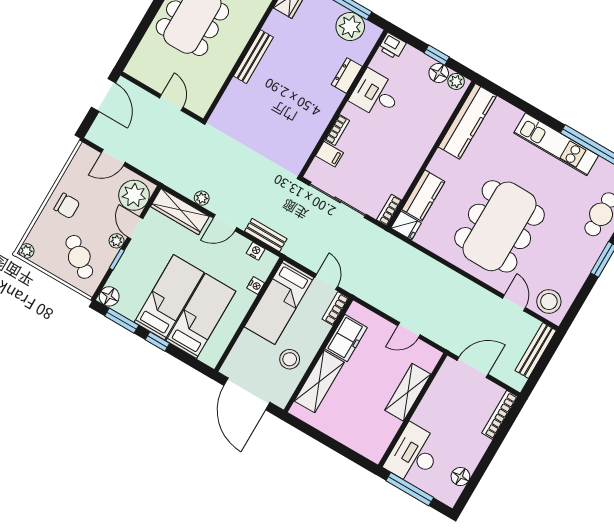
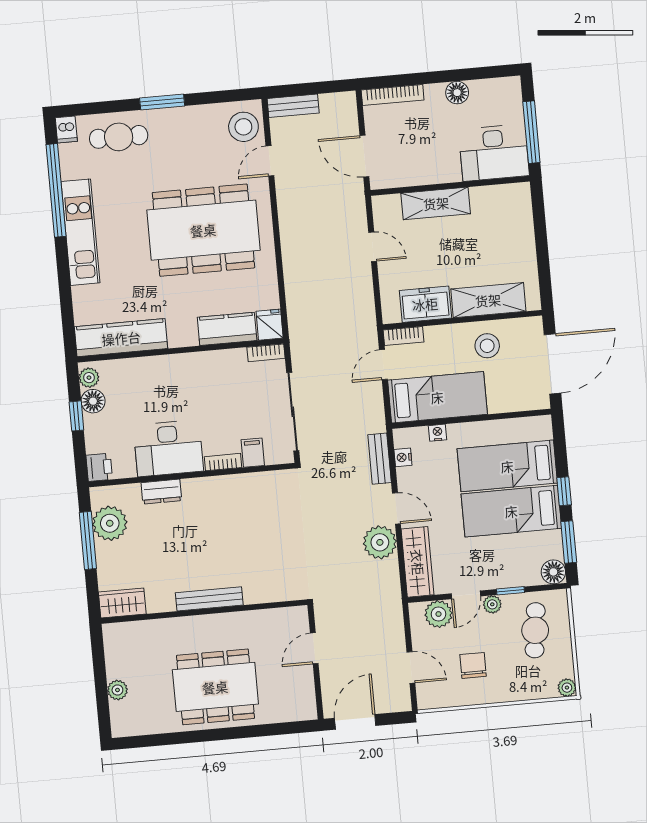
desk: (376, 94) -> (168, 448), width x1.37
plant: (134, 195) -> (438, 614), width x0.73, depth x0.73
plant: (202, 198) -> (380, 542), width x1.88, depth x1.88
chair: (67, 206) -> (473, 665), moved
cafe table: (79, 257) -> (535, 630), turned -31
bench: (536, 351) -> (293, 106), width x0.73
floor lamp: (460, 477) -> (457, 93), moved

